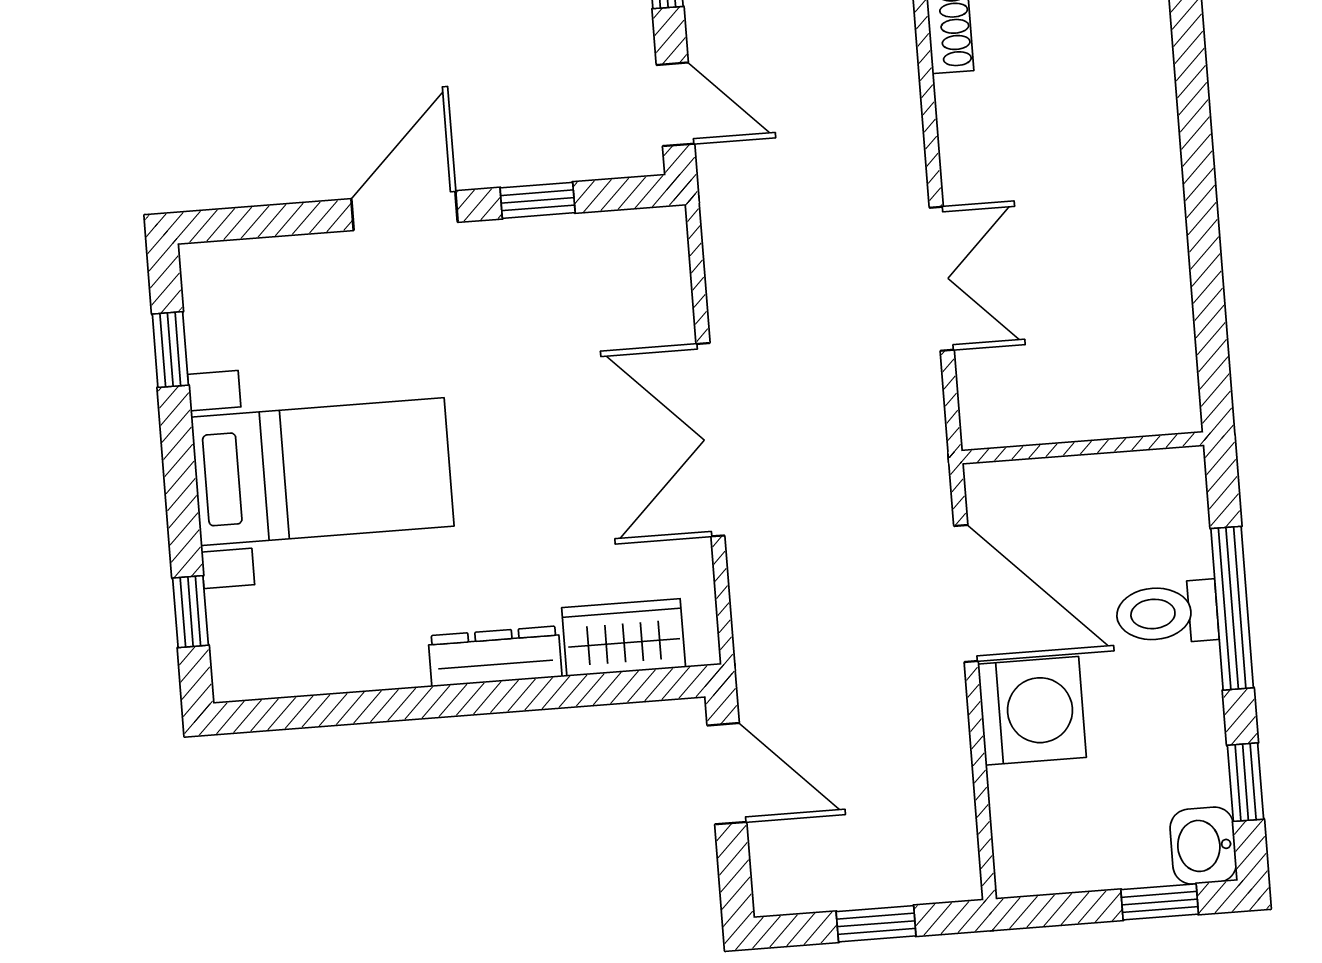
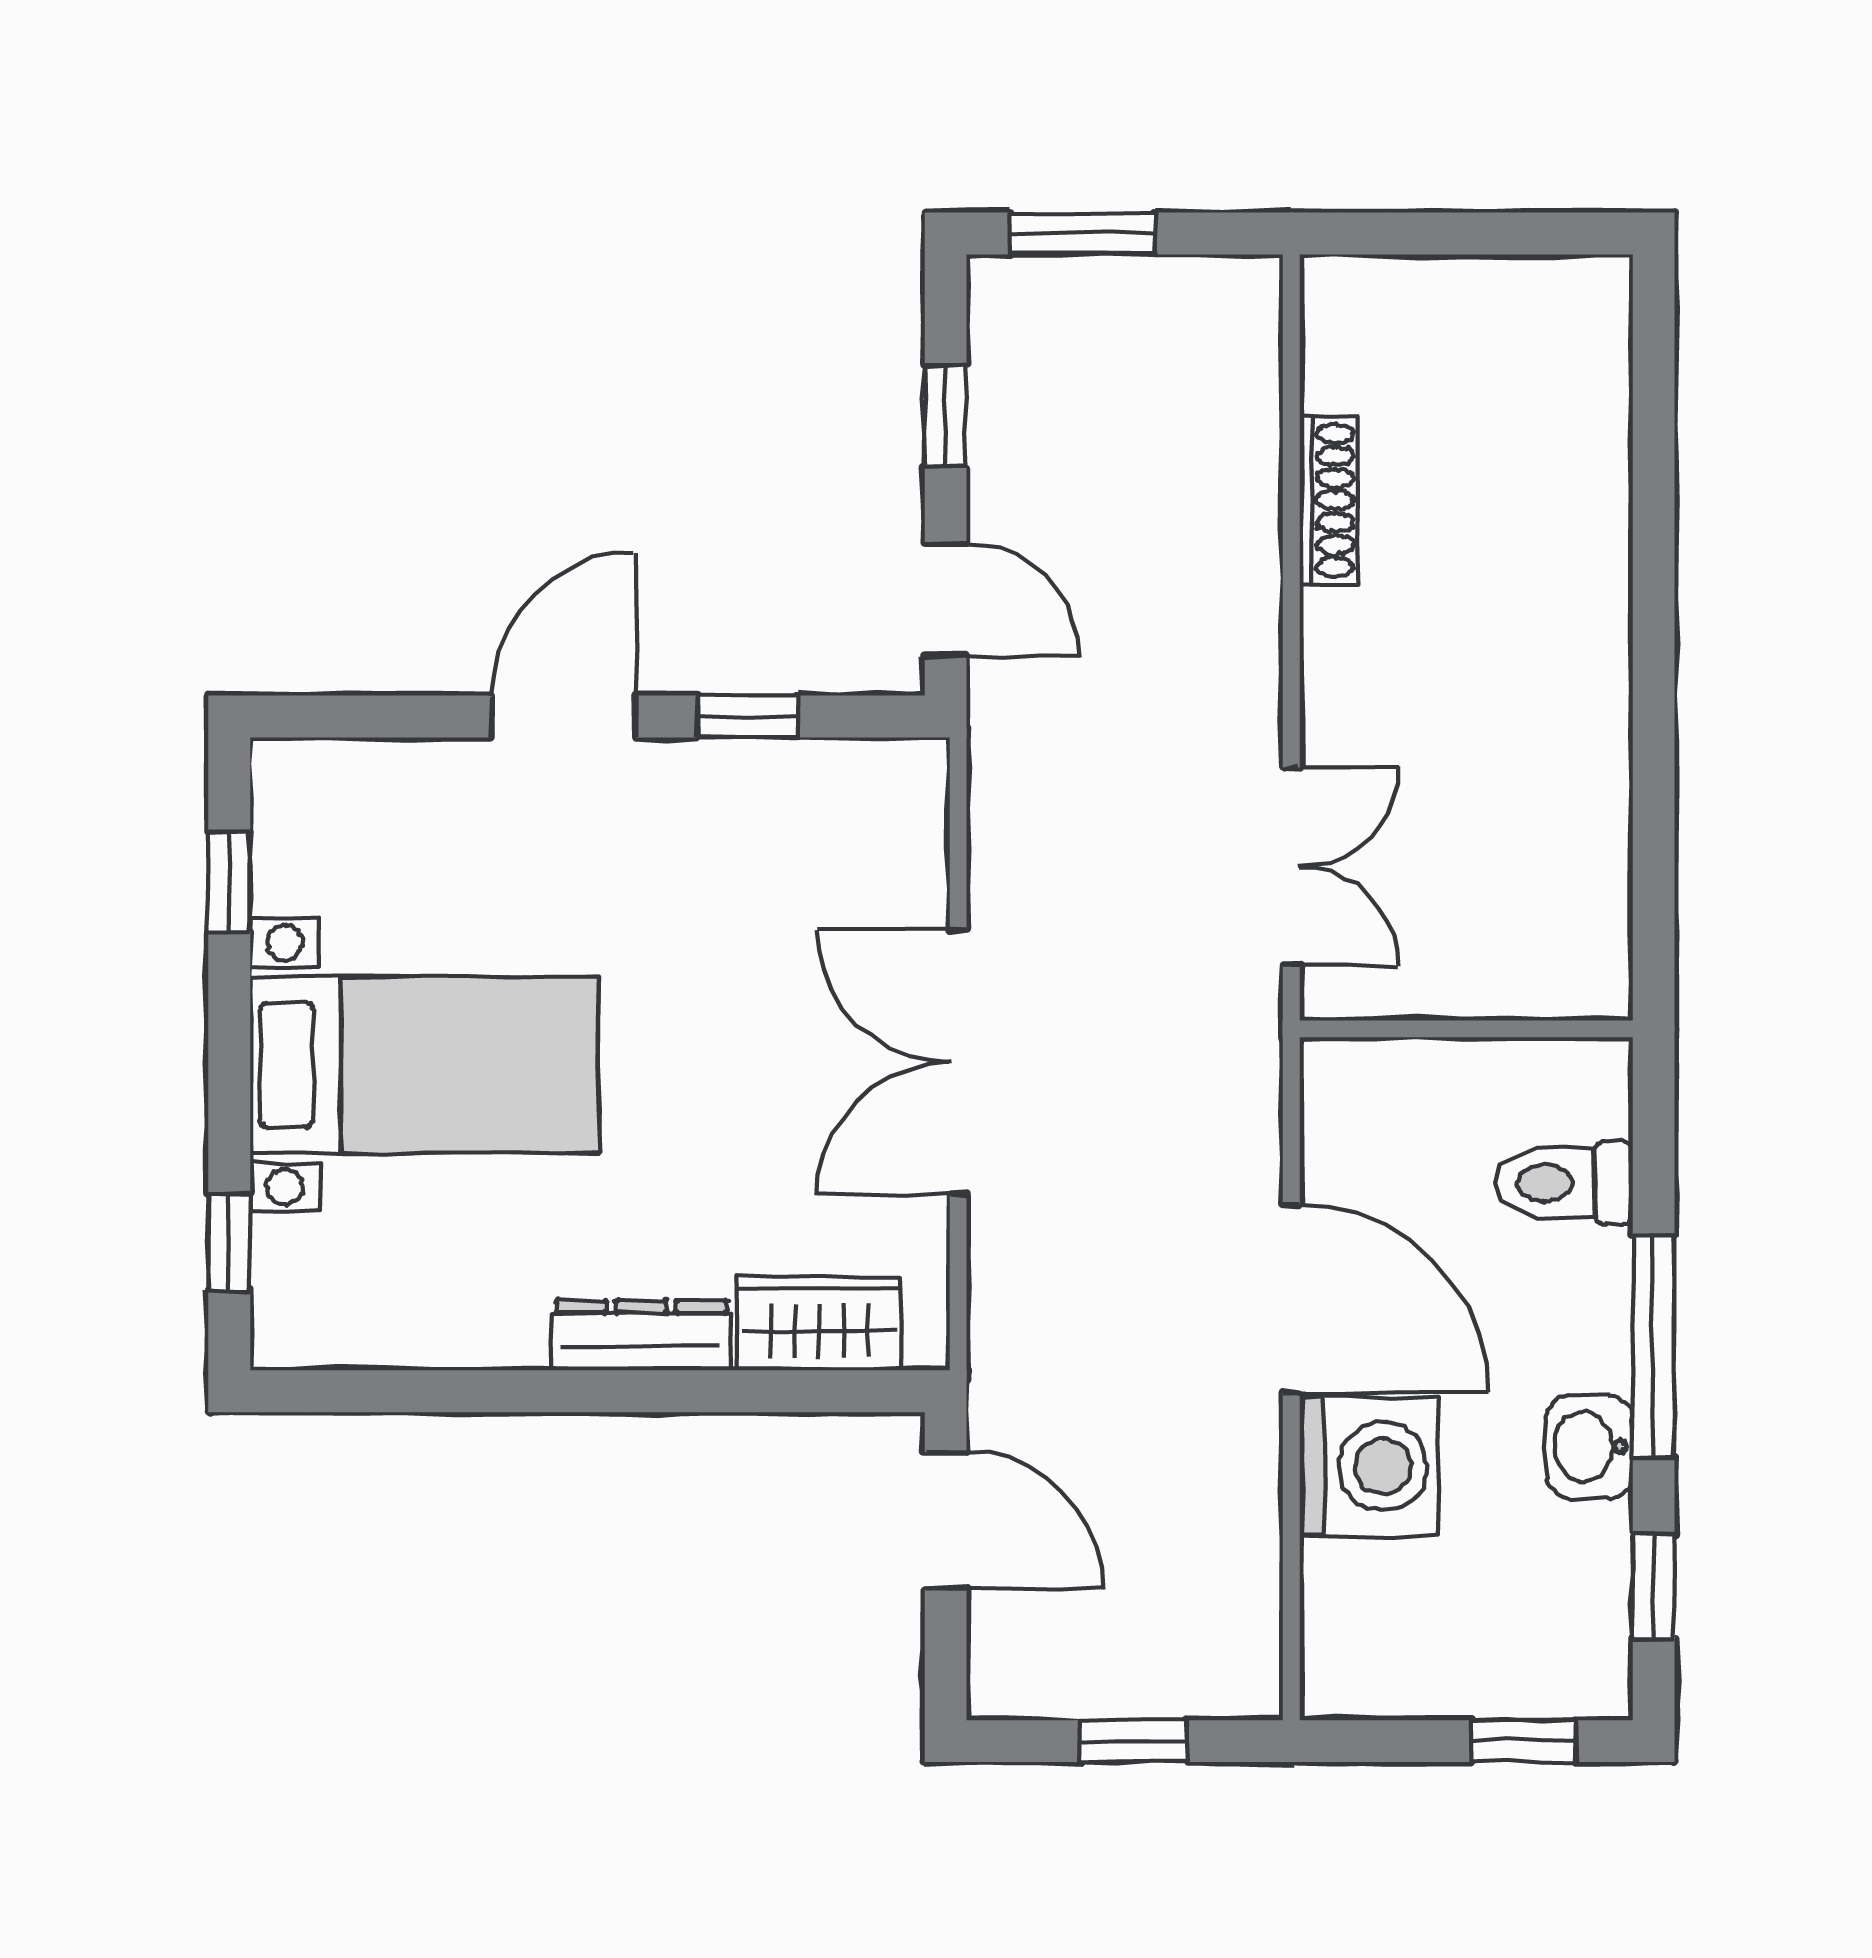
wall: (1083, 448) -> (1466, 1029), moved
toilet: (1167, 613) -> (1564, 1183), moved
washbasin: (1203, 846) -> (1589, 1447), moved

